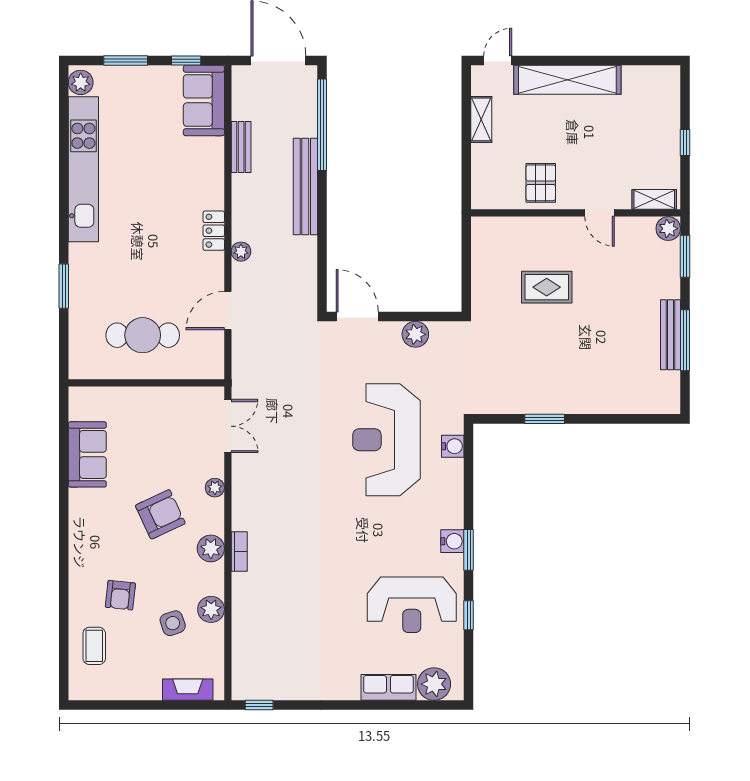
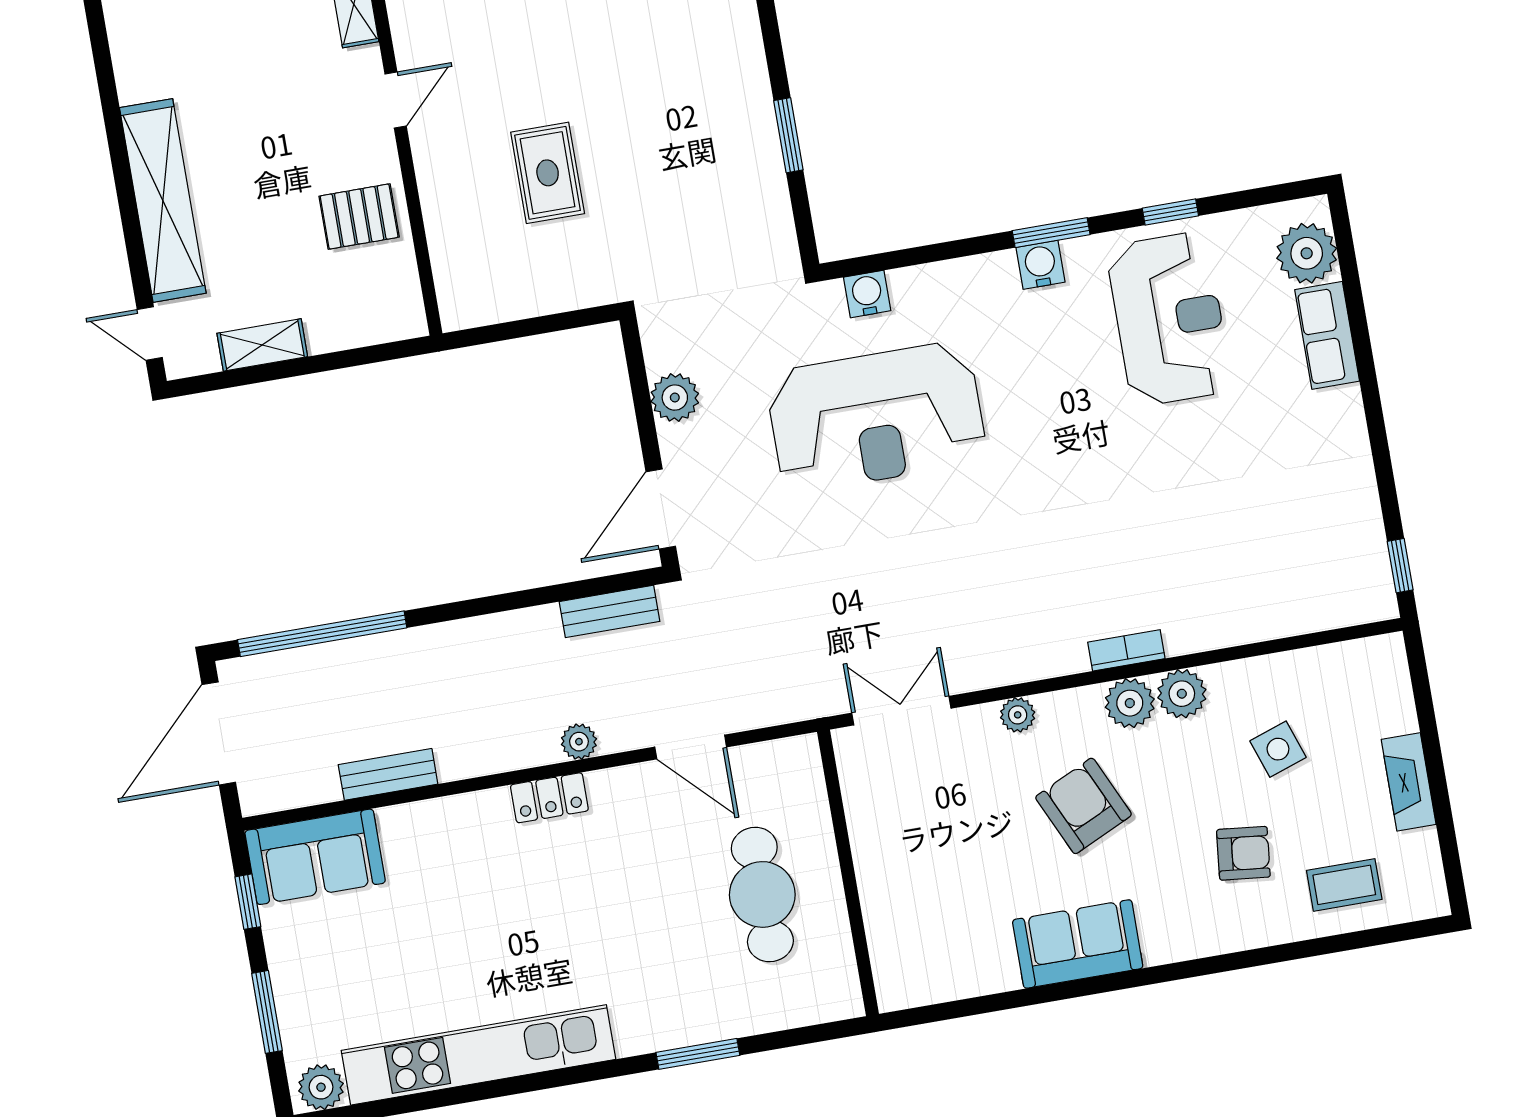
bench: (305, 186) -> (610, 611), moved, width x0.54, depth x0.82
sofa: (87, 454) -> (1078, 944), moved
plant: (211, 609) -> (1182, 694), moved
fireplace: (188, 690) -> (1409, 782), moved

